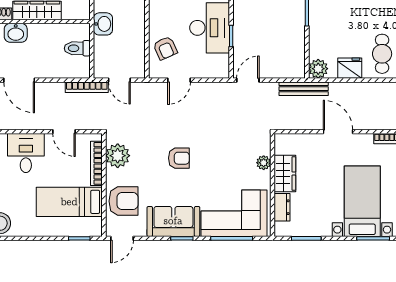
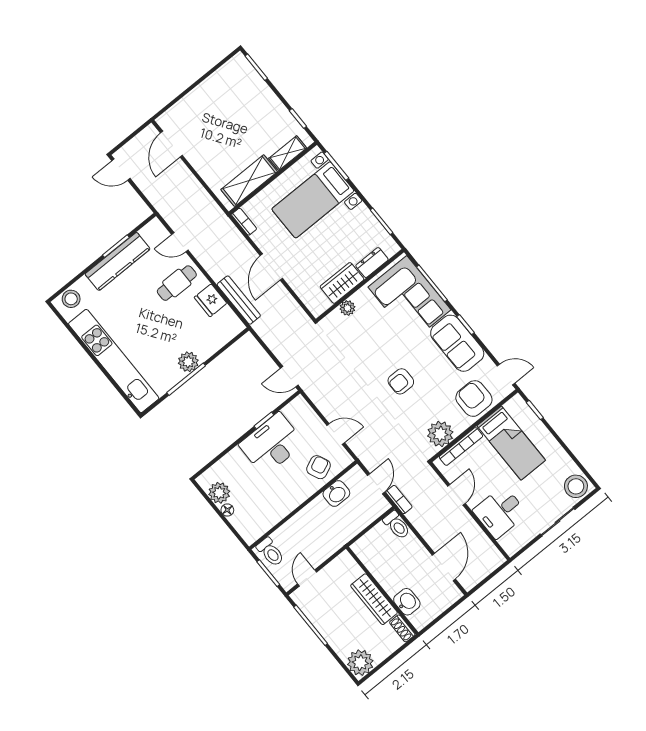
washbasin: (103, 24) -> (336, 494), moved, turned 180
toilet: (77, 48) -> (397, 525), moved
plant: (318, 69) -> (188, 362), moved
bookcase: (87, 87) -> (399, 500), width x0.64
bench: (304, 89) -> (239, 300), moved
armchair: (179, 158) -> (401, 381), turned -90

